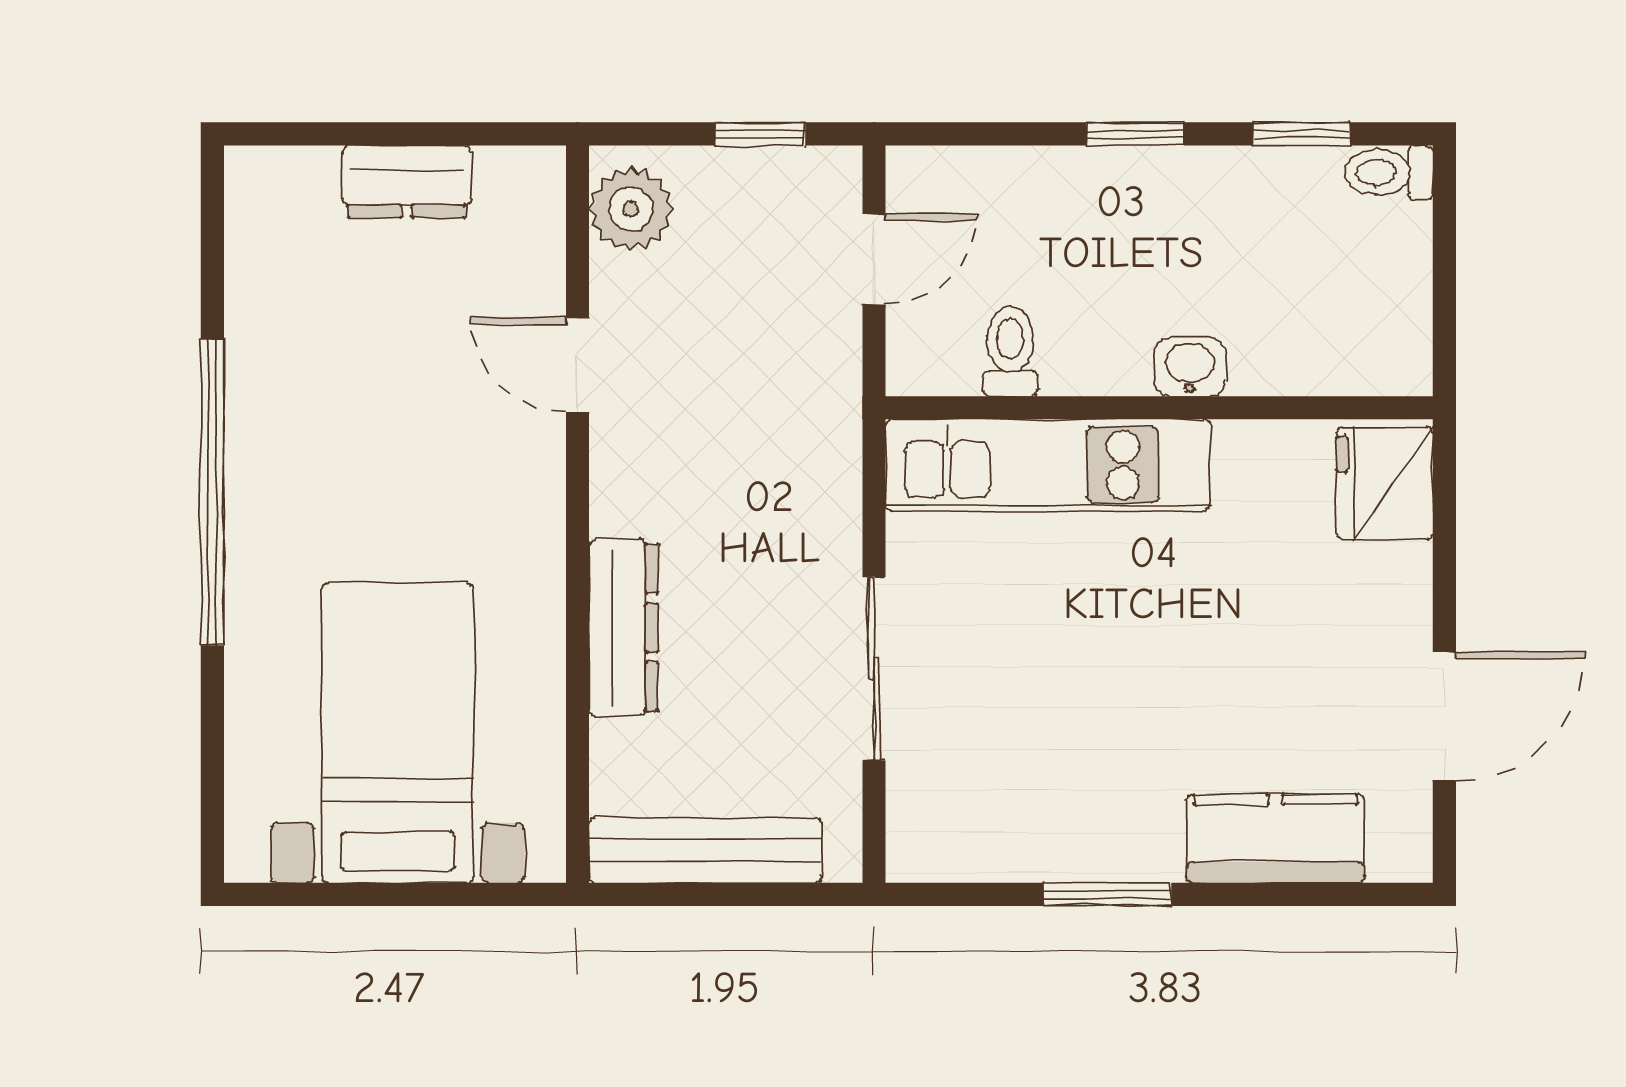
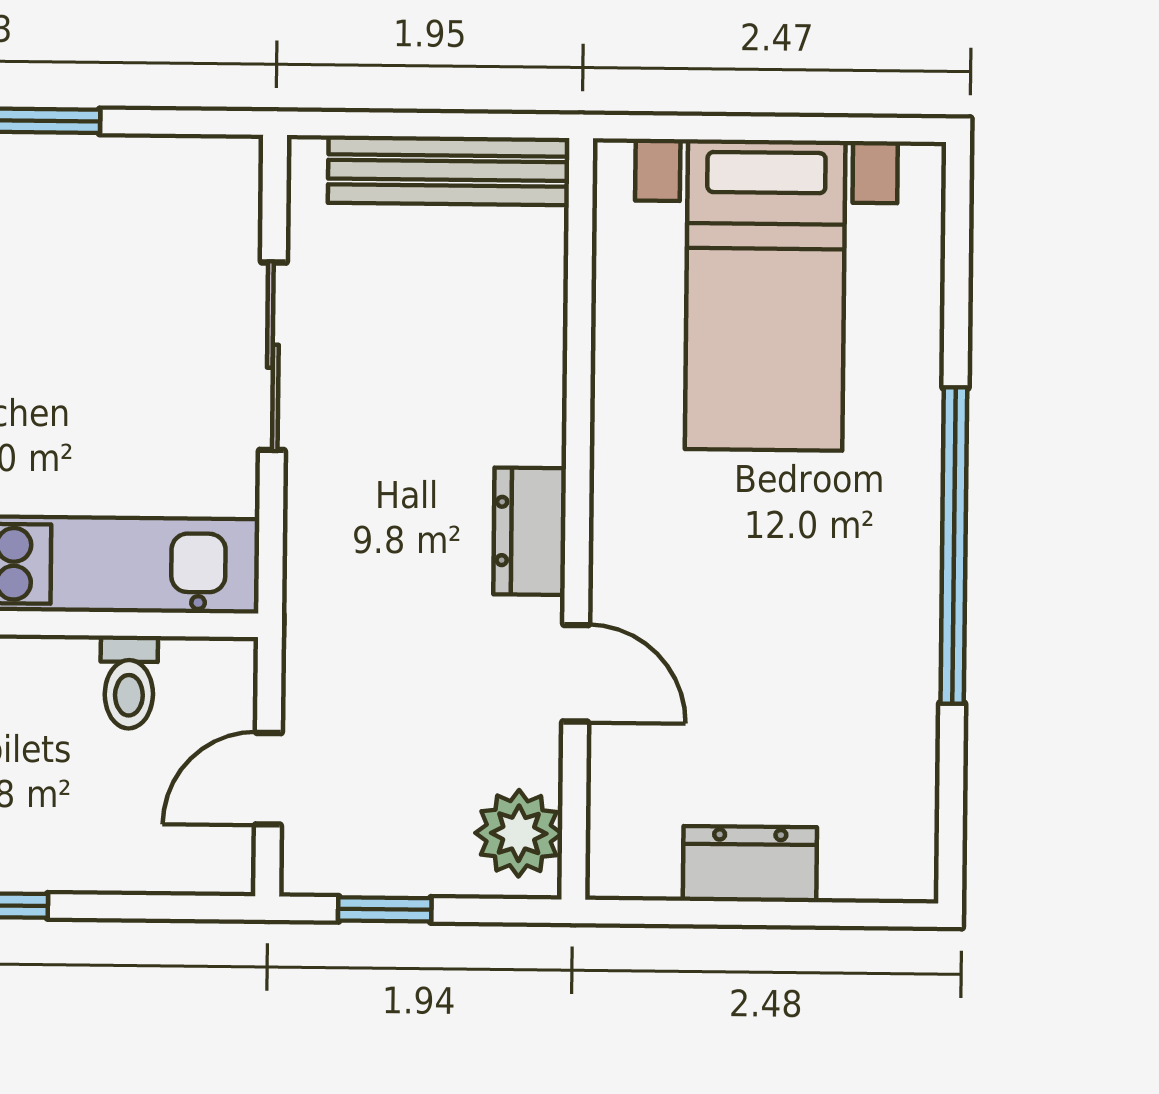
dresser: (623, 628) -> (530, 531), moved, width x0.70

